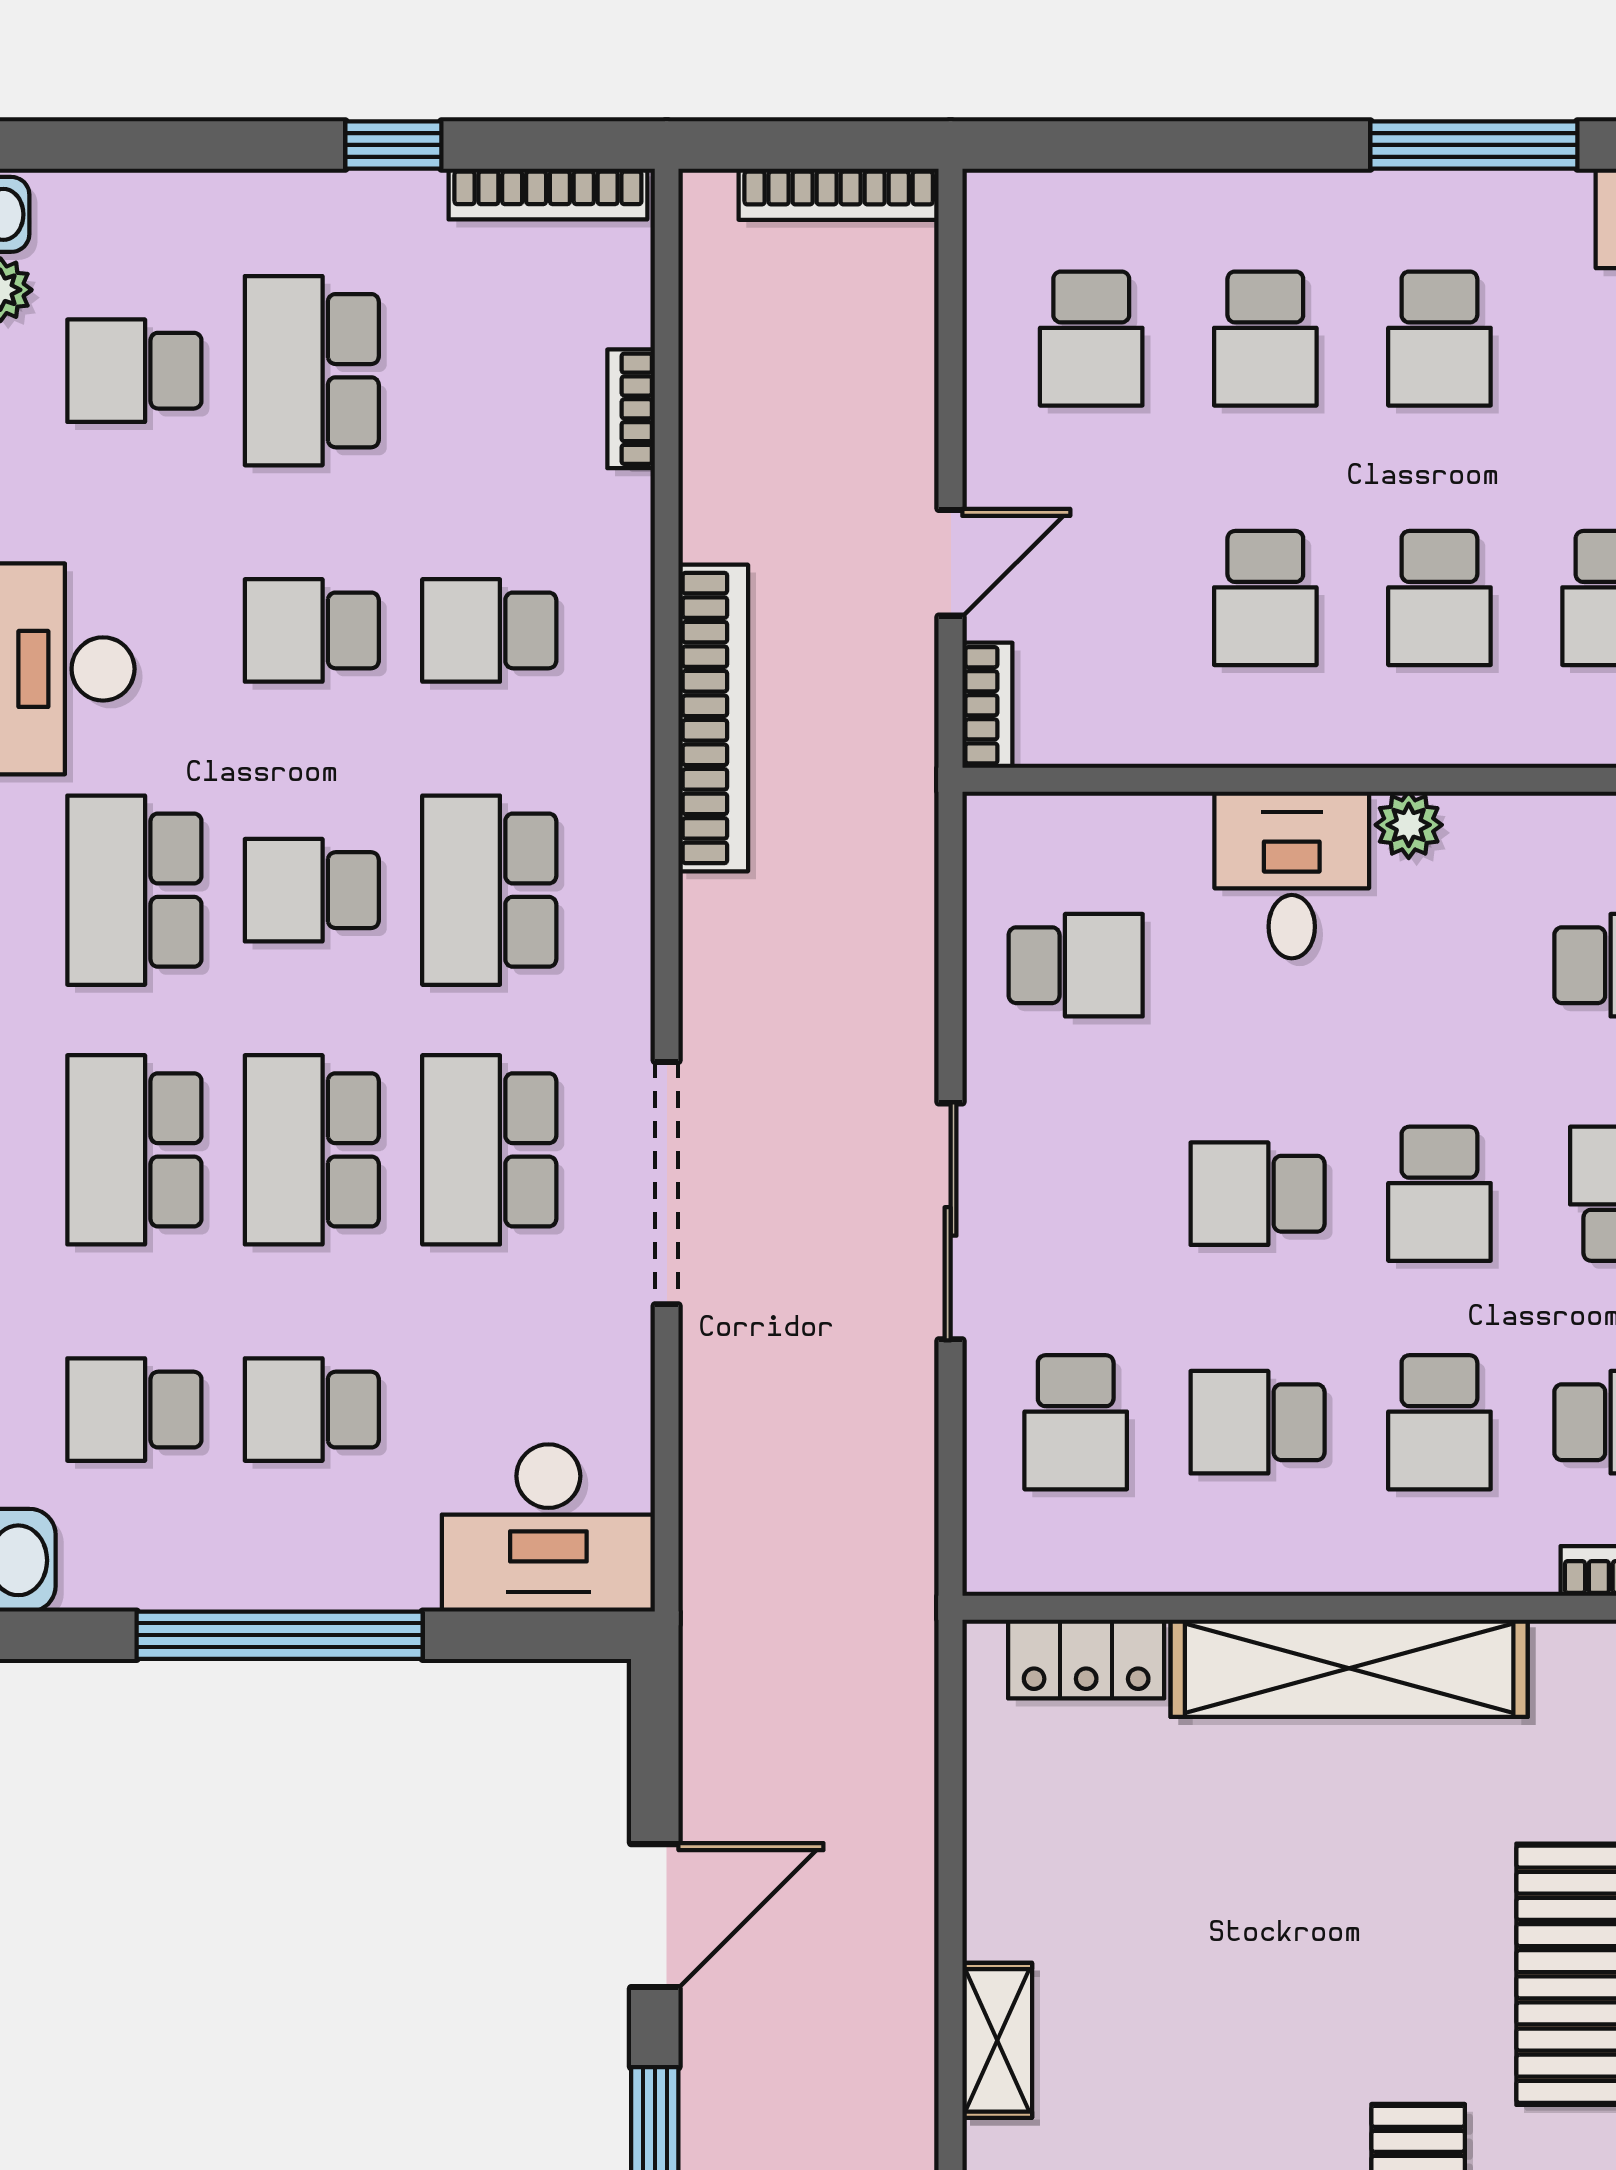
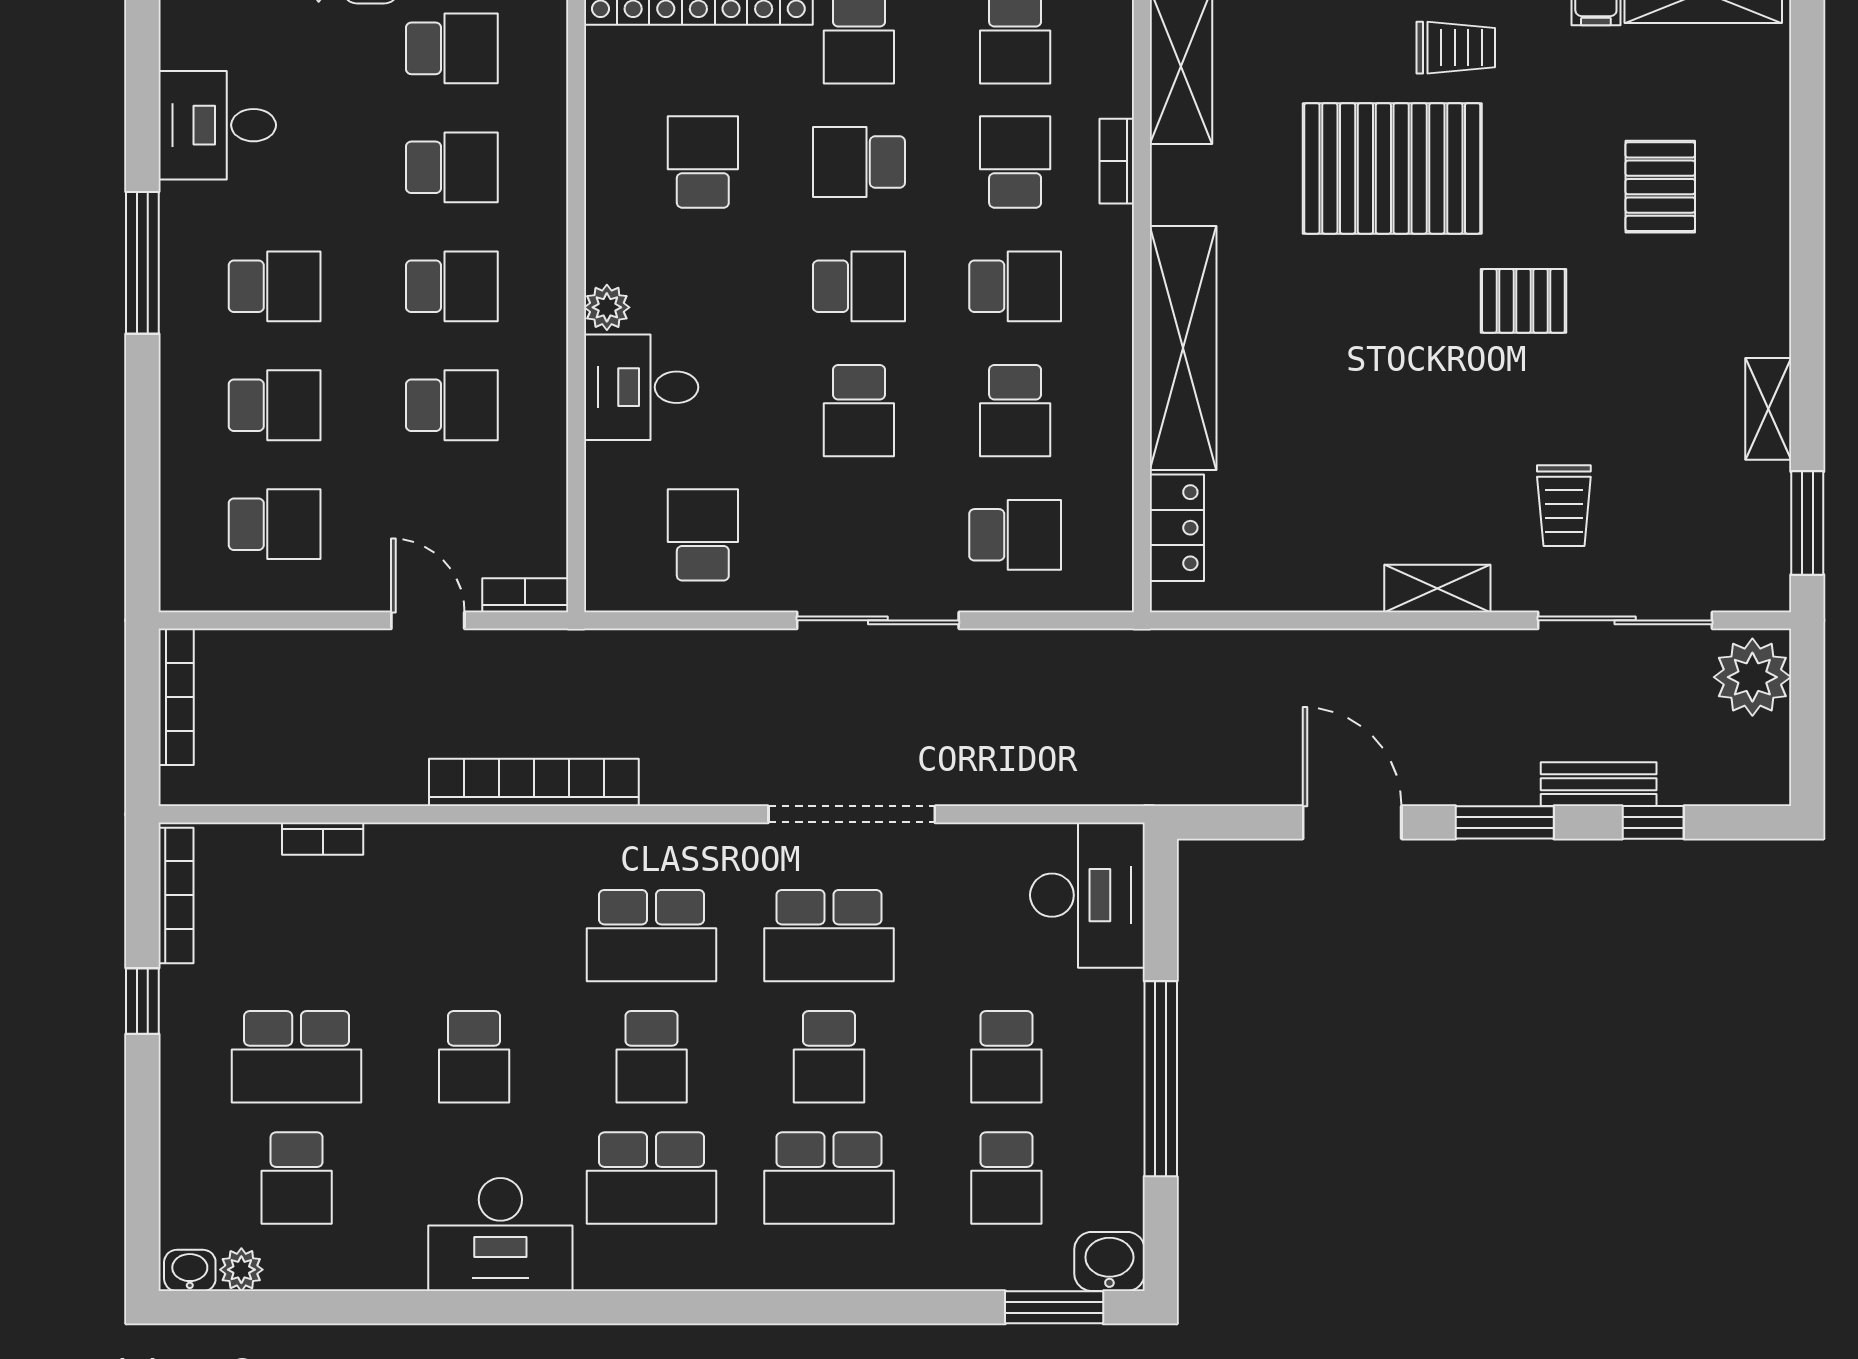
school desk: (489, 630) -> (474, 936), removed
school desk: (312, 1150) -> (829, 1057), width x0.54

